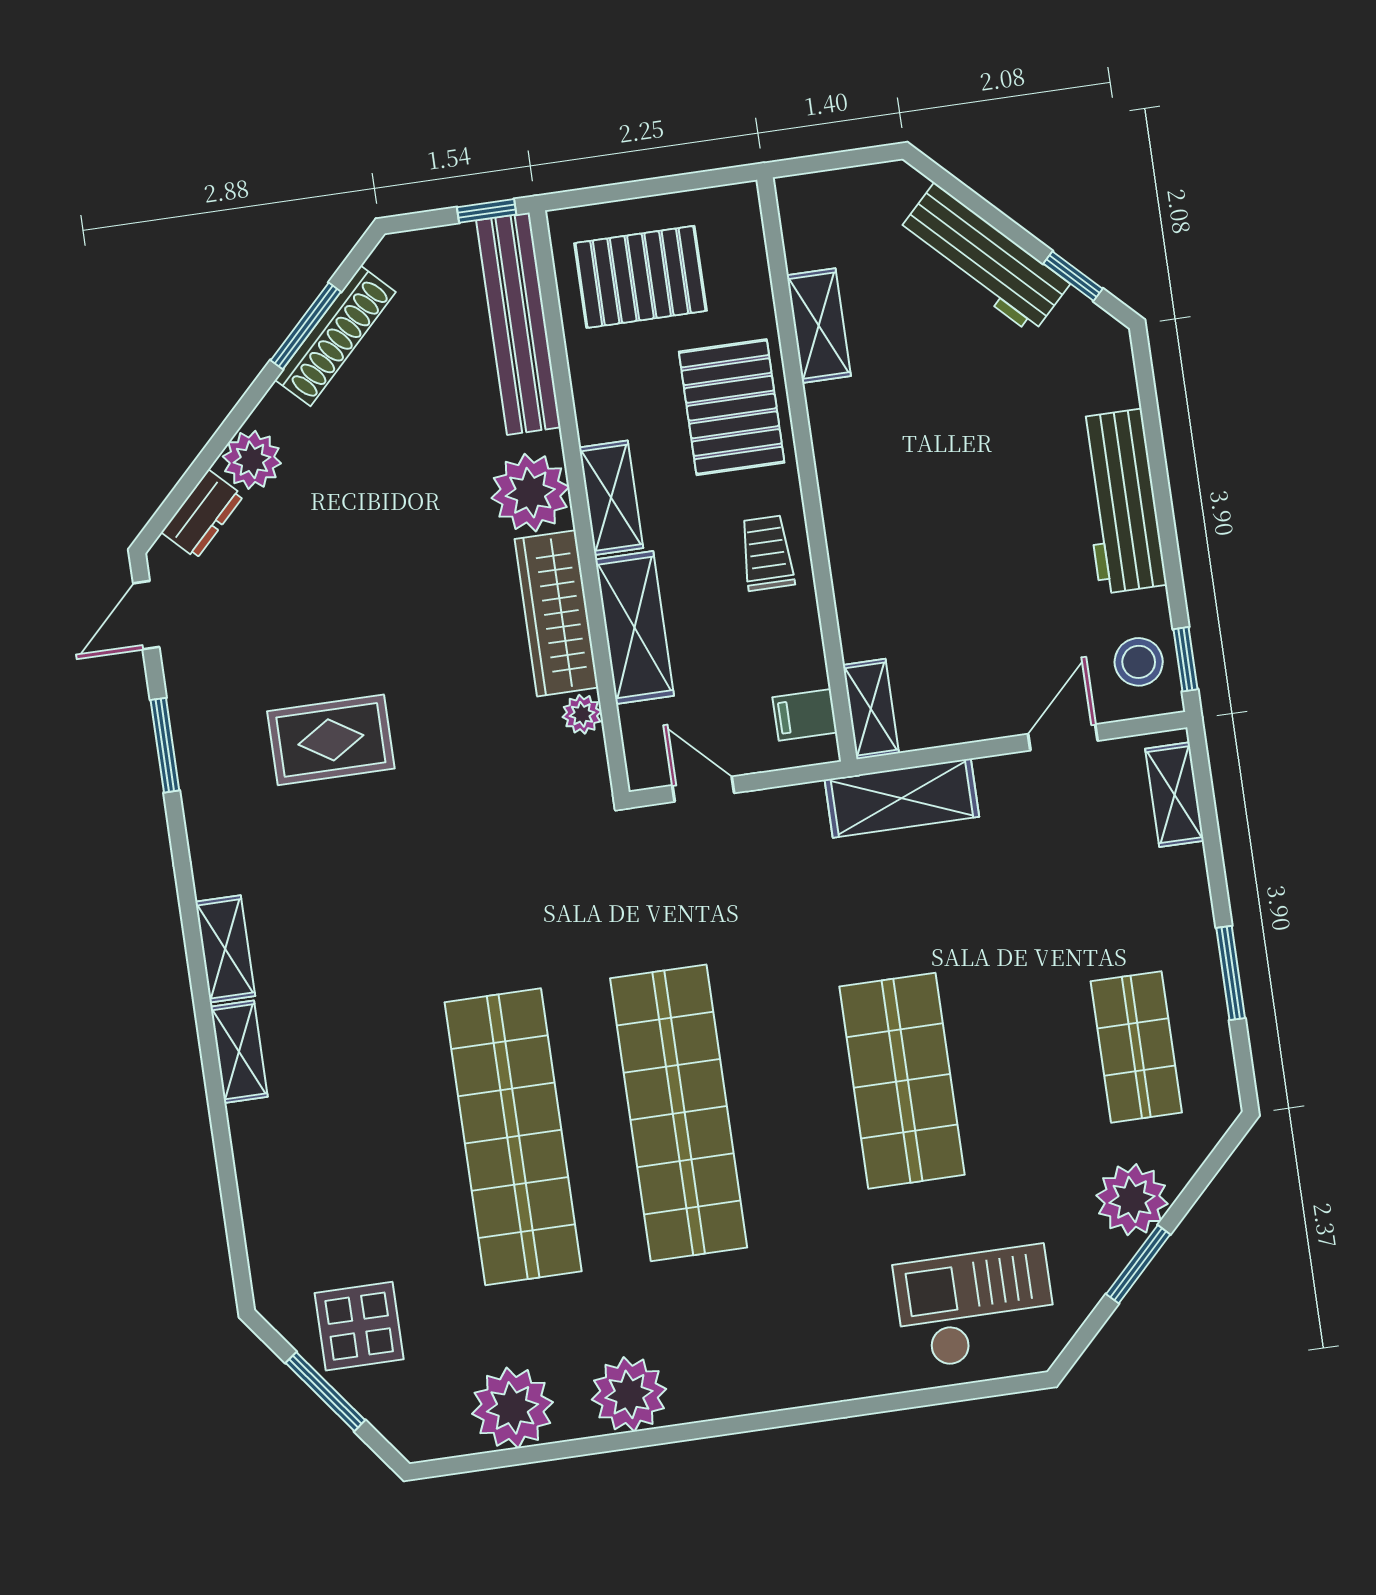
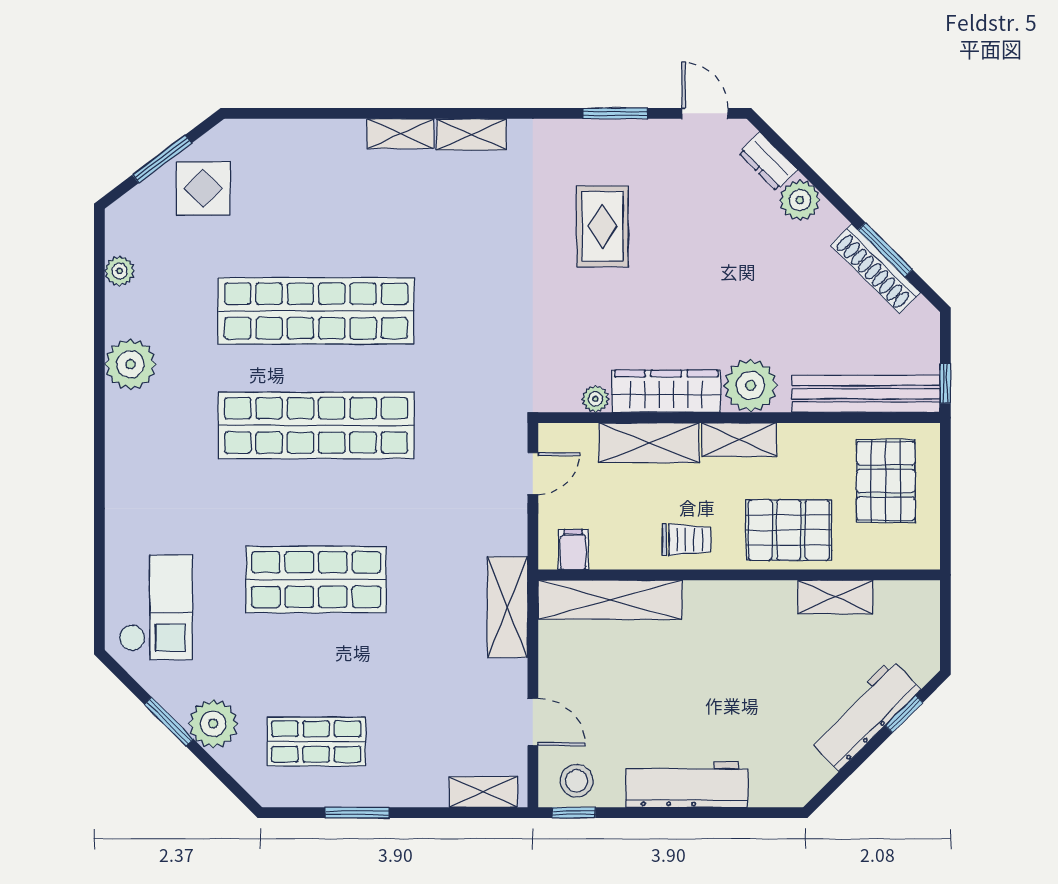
window: (1073, 276) -> (904, 714), moved
shelving: (871, 709) -> (610, 600), width x2.20, depth x1.33
plant: (512, 1408) -> (120, 271), width x0.53, depth x0.53

